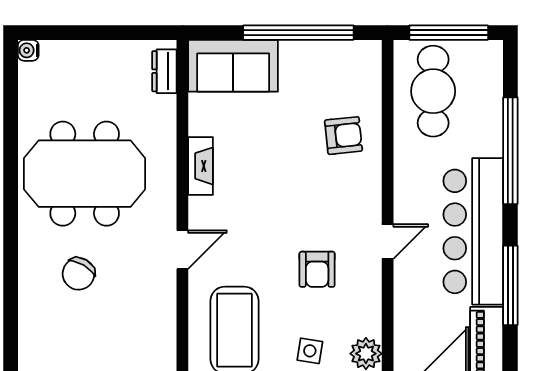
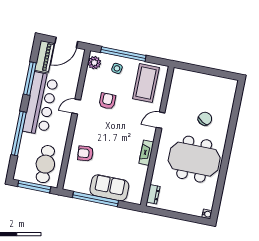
sofa: (233, 66) -> (109, 188), moved

